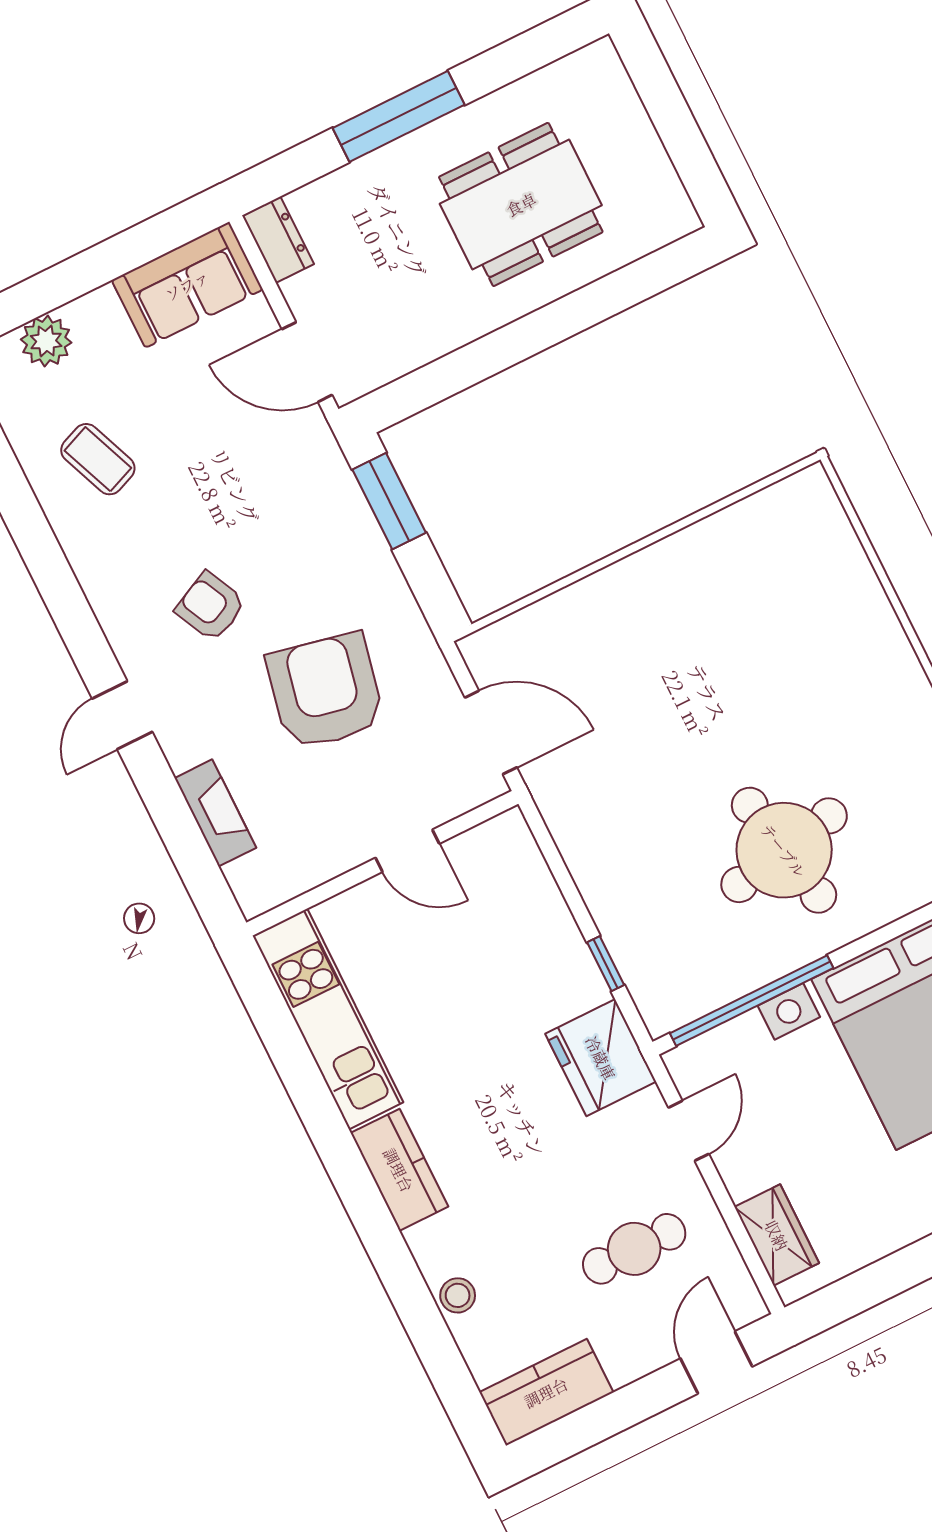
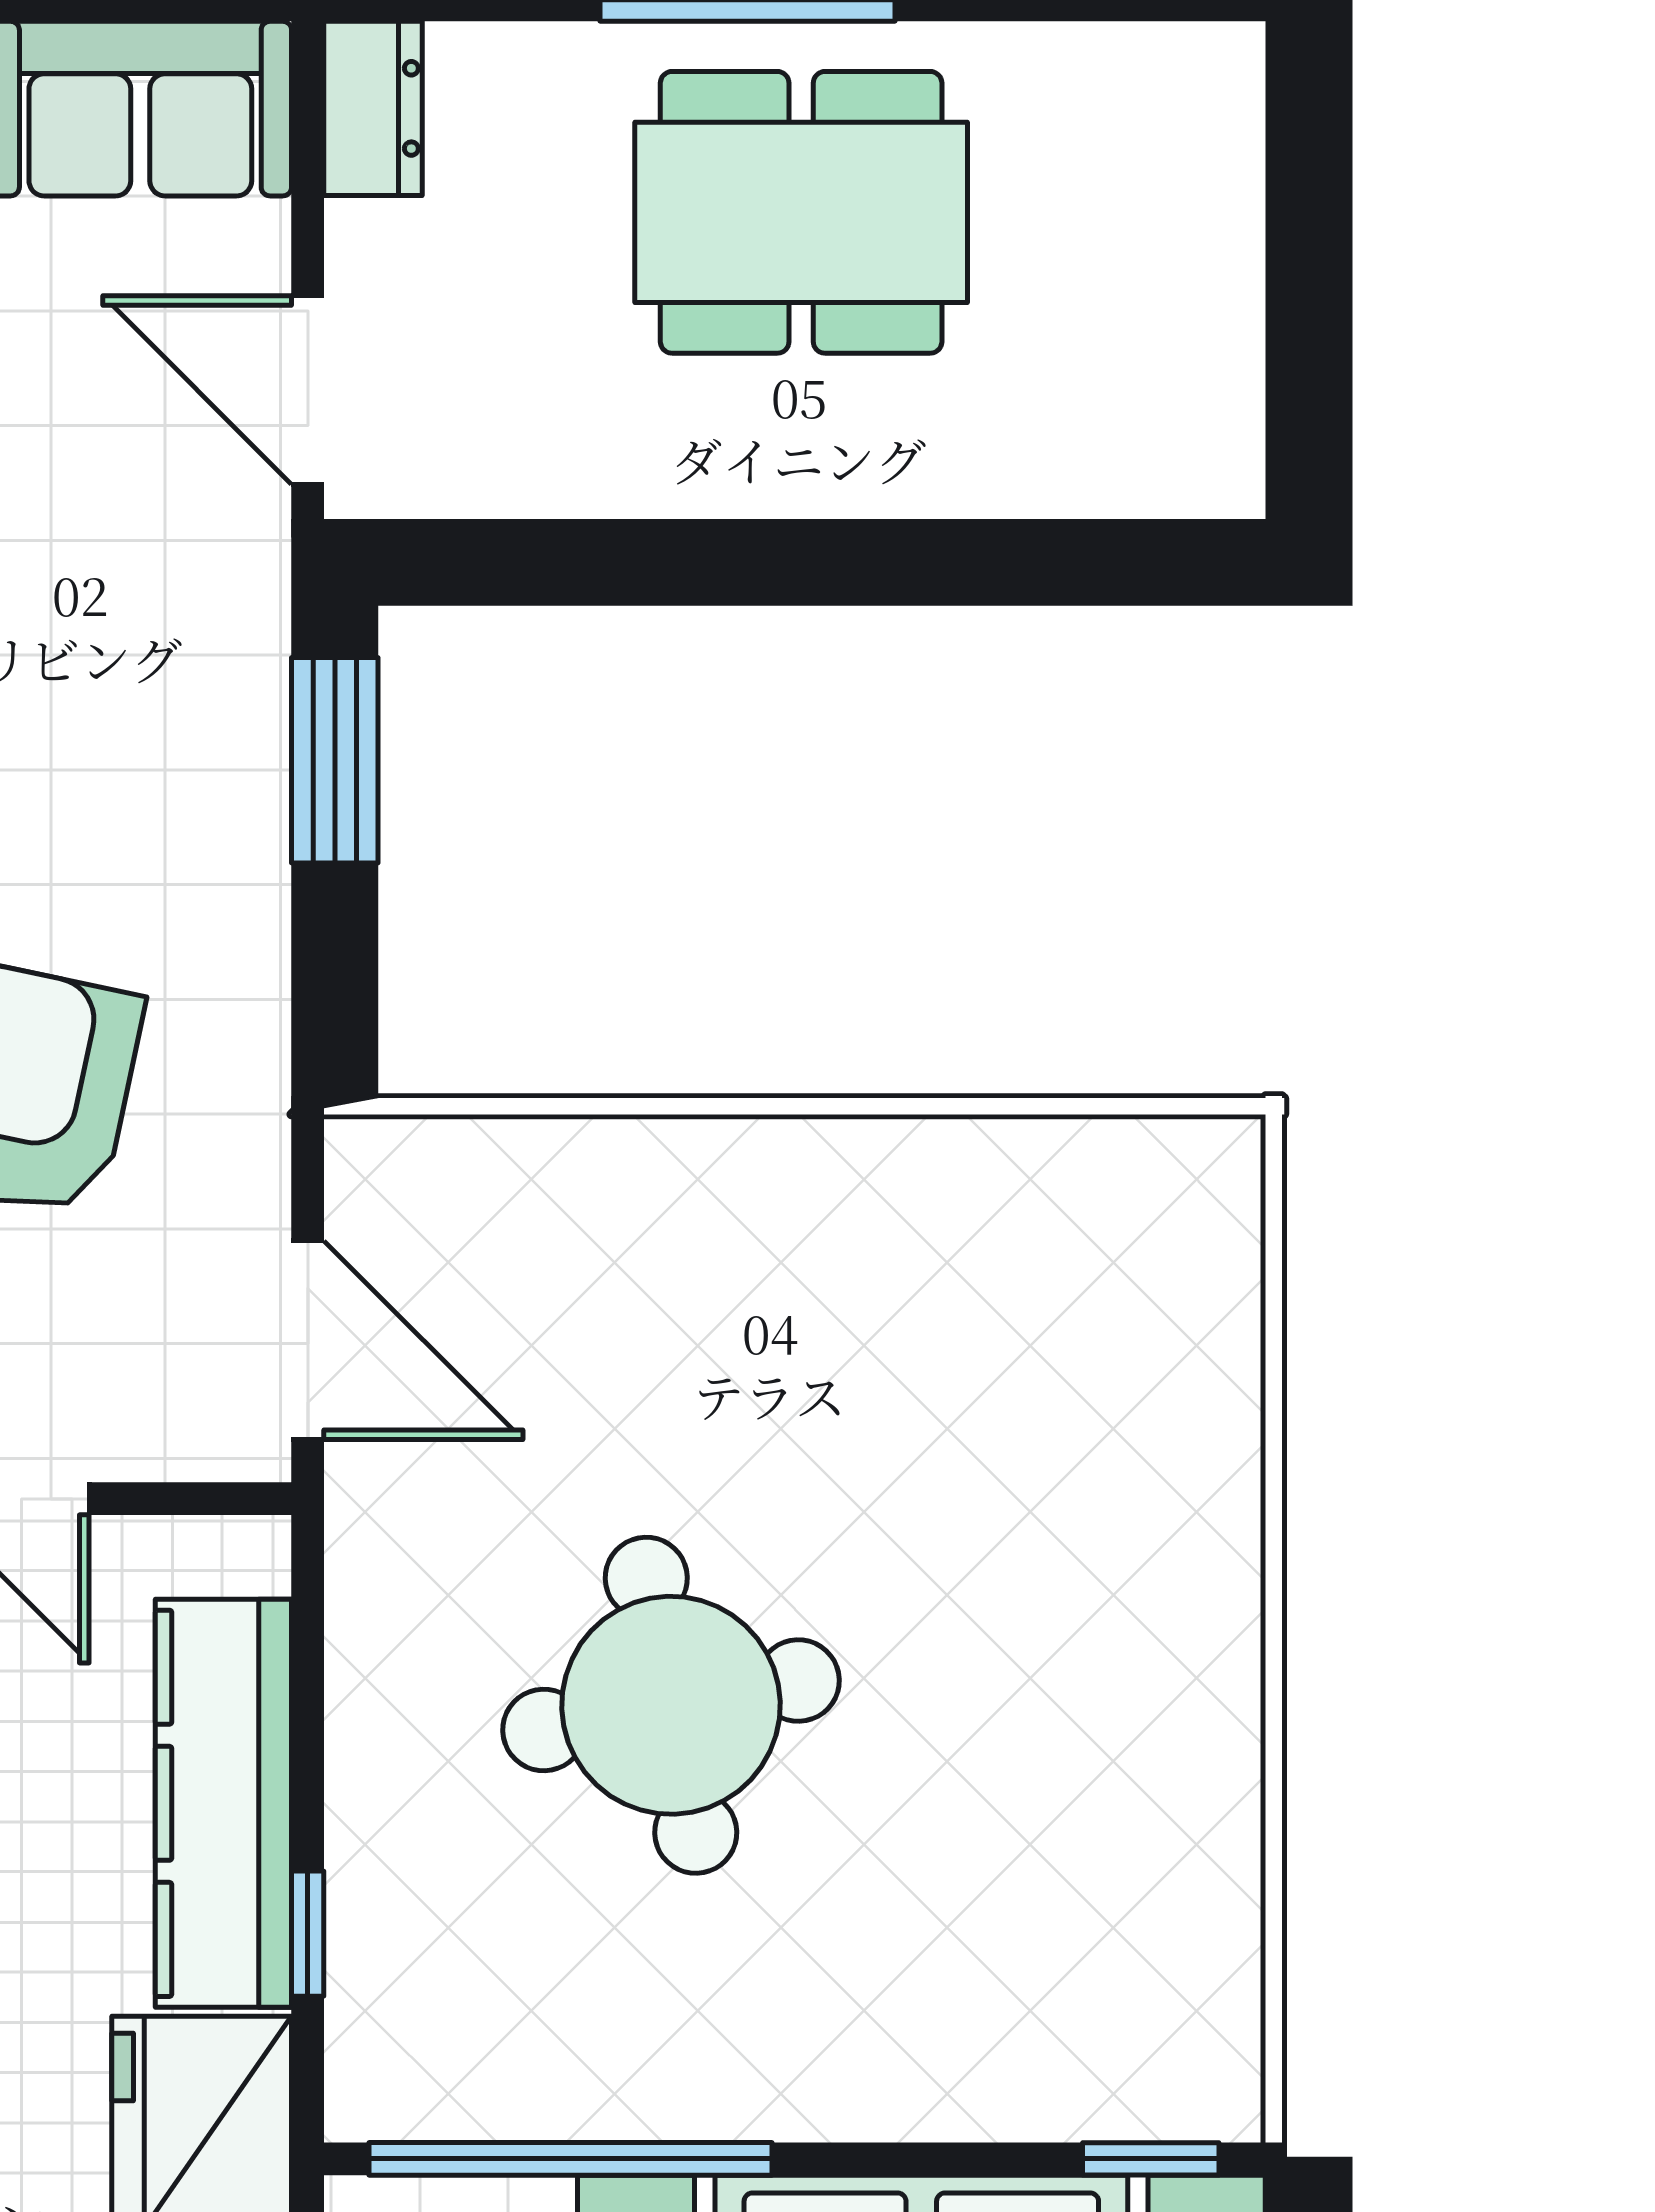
dining table: (521, 204) -> (801, 212), moved
round table: (784, 850) -> (671, 1705), moved
kitchen counter: (548, 929) -> (223, 1803), added

